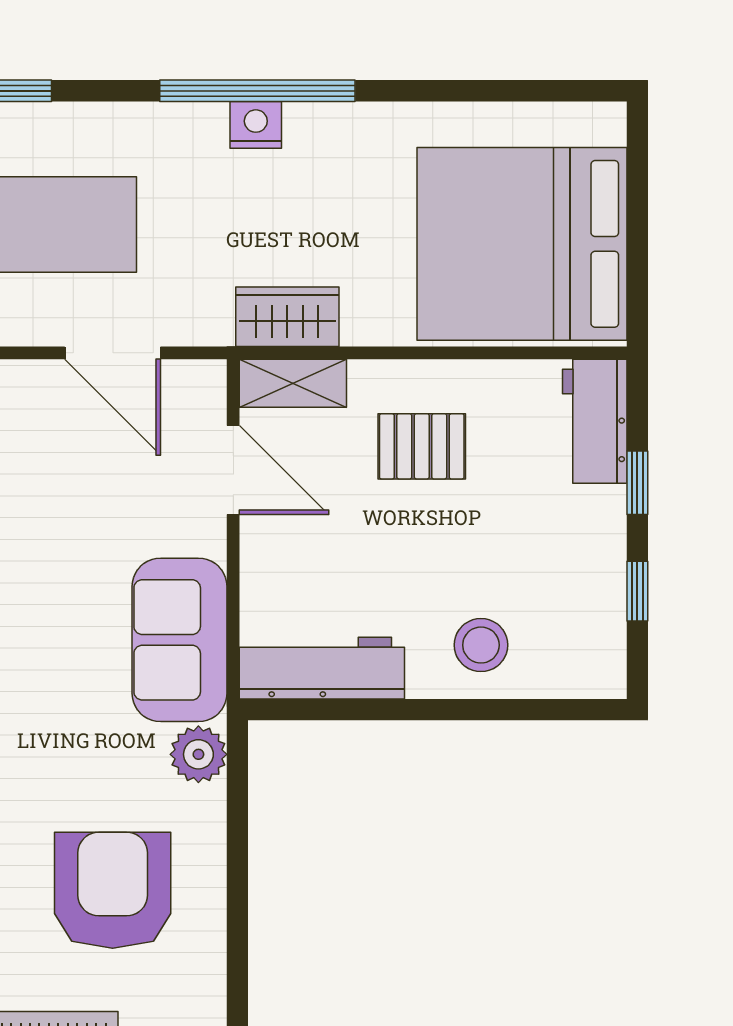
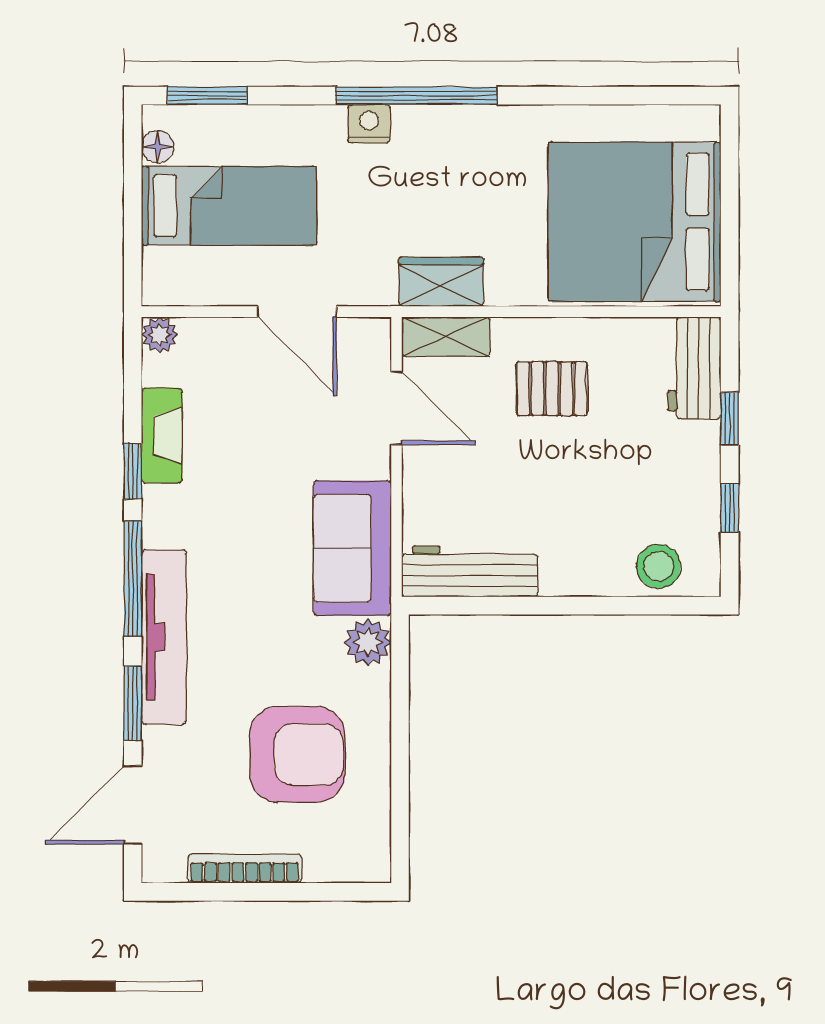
nightstand: (256, 125) -> (369, 124), moved
stool: (481, 645) -> (659, 566), moved
armchair: (113, 890) -> (297, 754), turned 90

